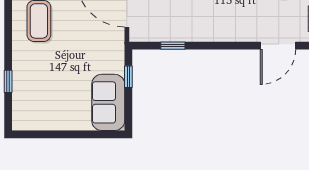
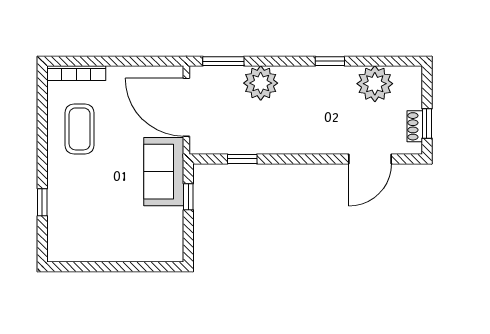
sofa: (108, 102) -> (164, 172), moved

